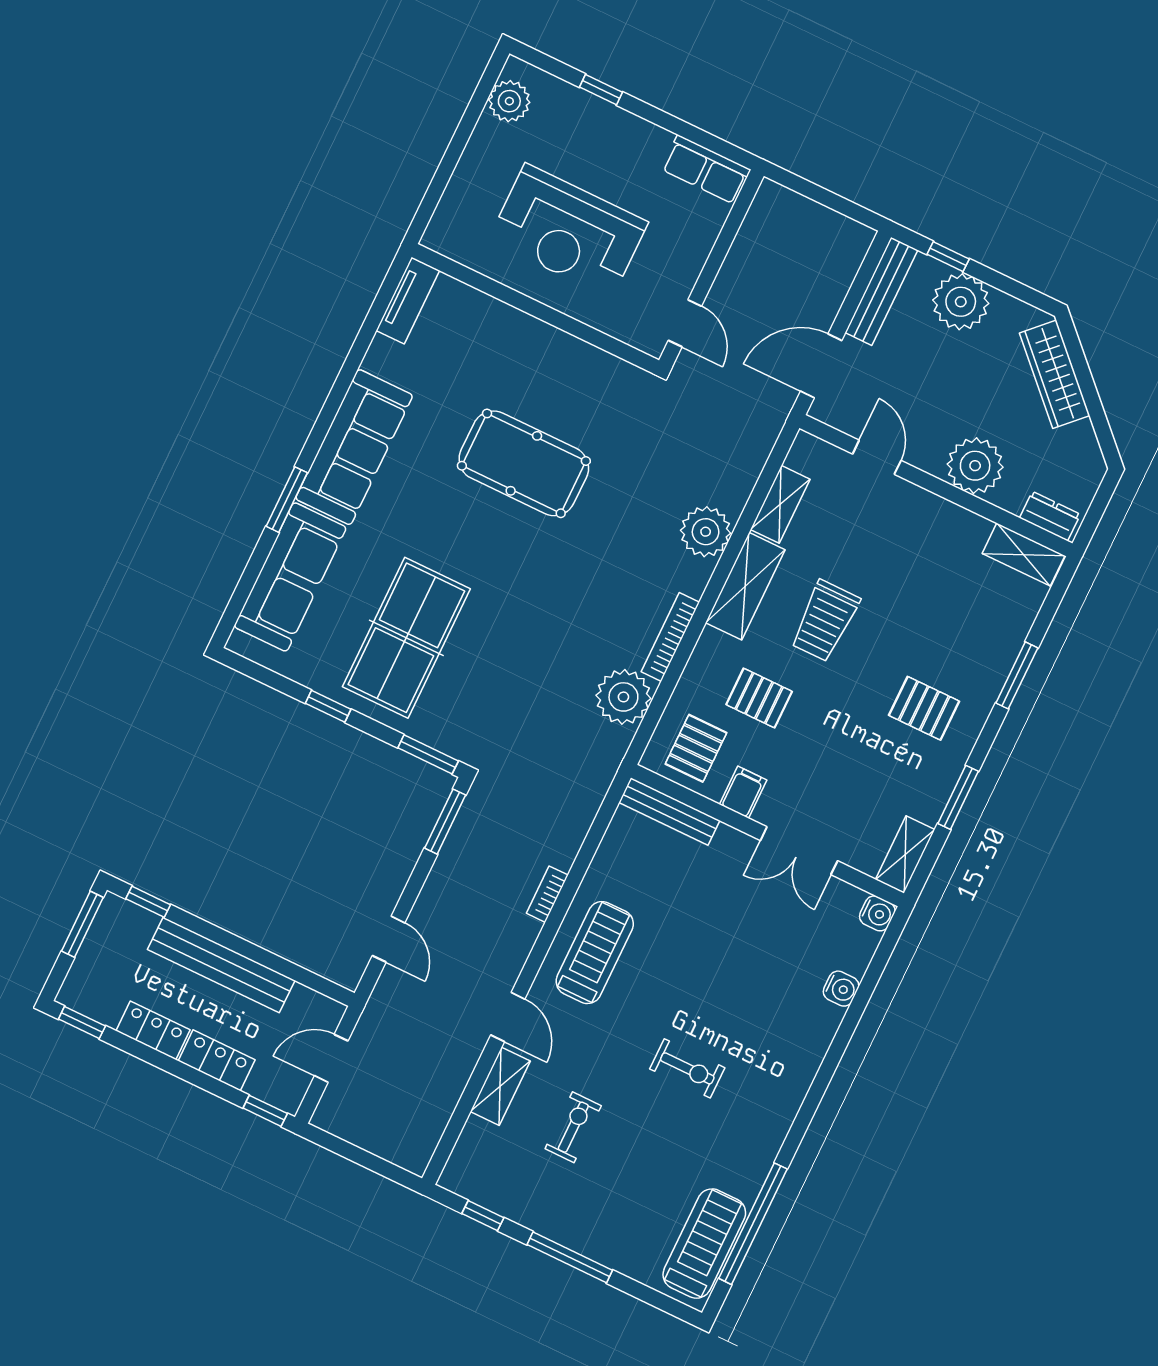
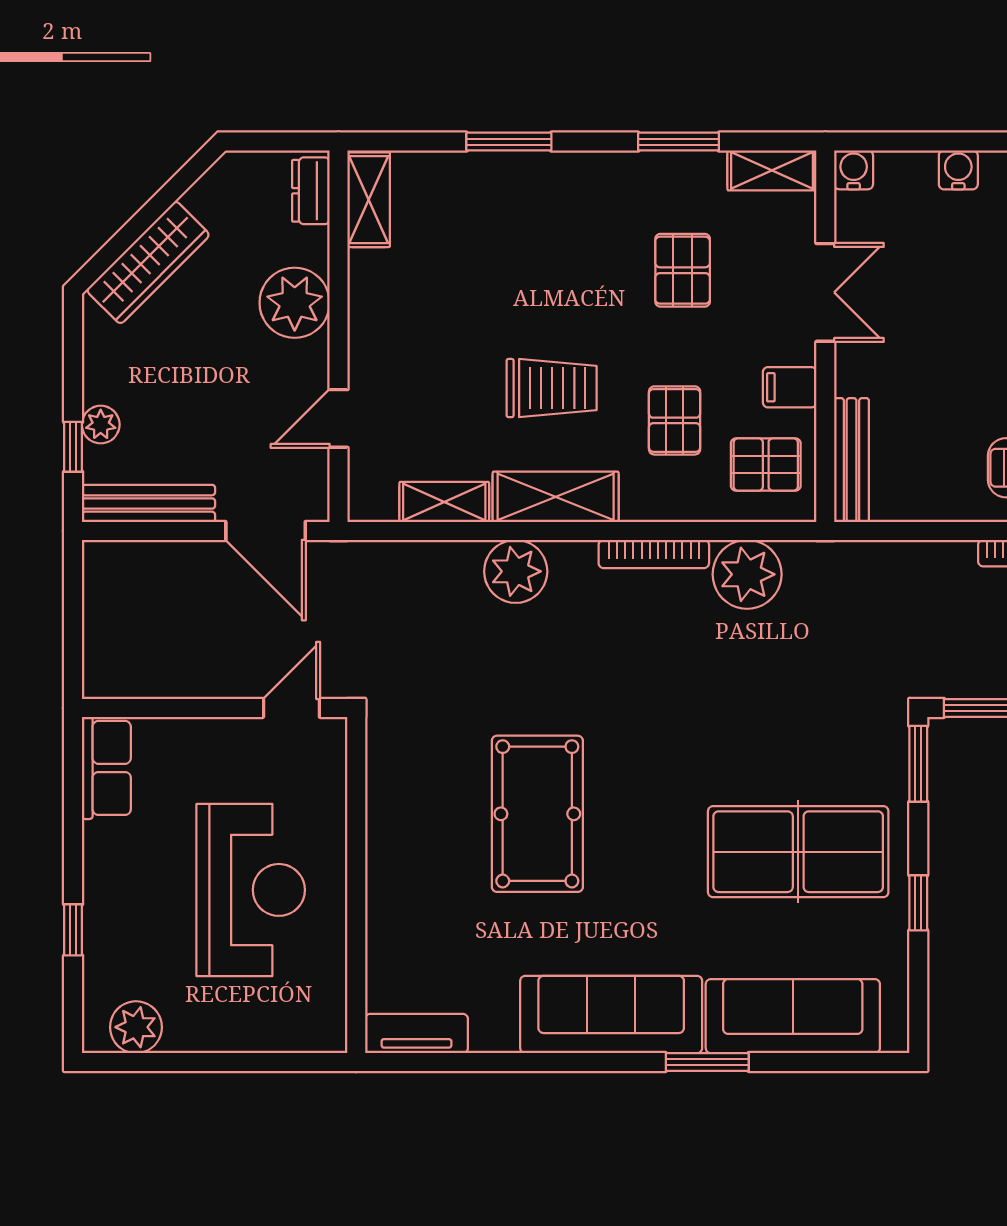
plant: (961, 302) -> (101, 425), width x0.53, depth x0.53
pallet: (924, 708) -> (683, 270), moved

